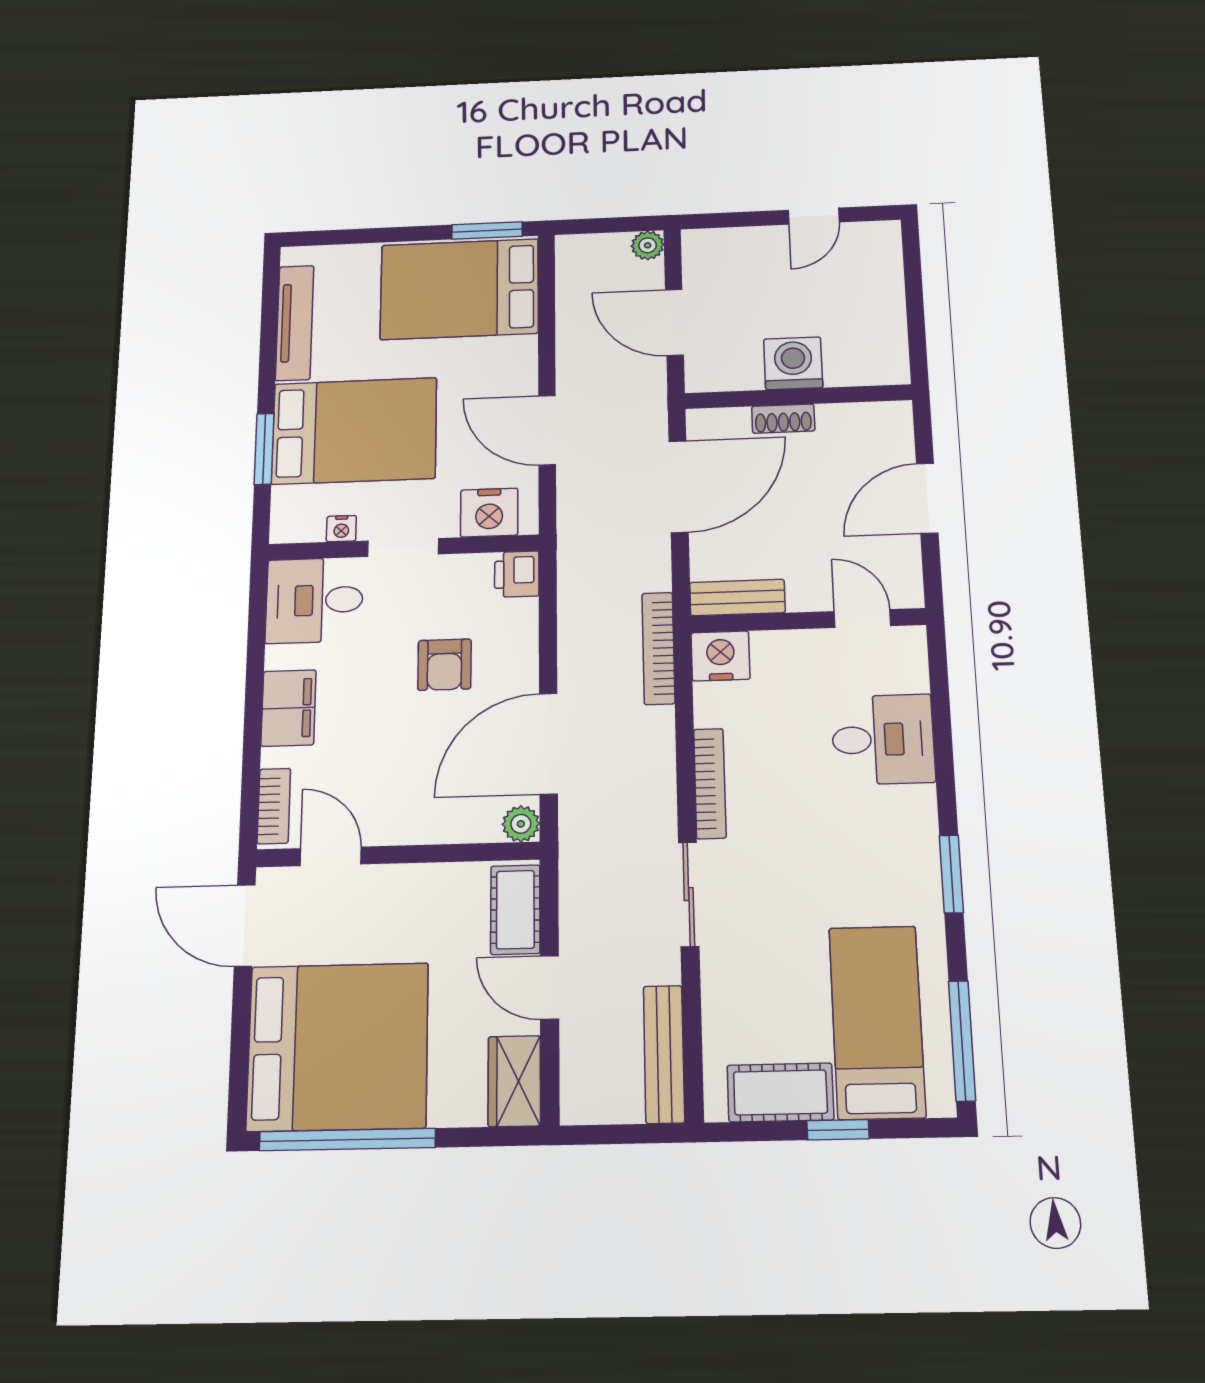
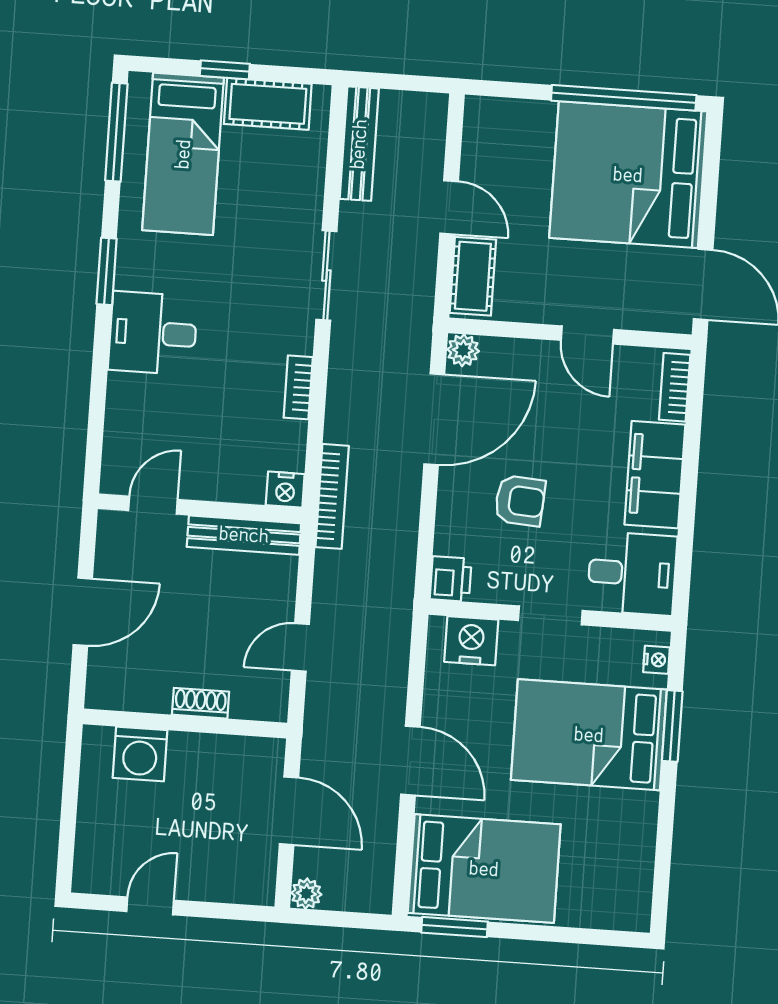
tv unit: (295, 323) -> (640, 851), removed
washing machine: (793, 363) -> (140, 754), moved
door: (547, 430) -> (410, 761), moved
door: (679, 486) -> (300, 647), width x0.53
nightstand: (341, 529) -> (656, 660), moved, turned 90
bench: (737, 598) -> (244, 535), width x1.36
door: (862, 619) -> (153, 505), swing flipped
nightstand: (720, 656) -> (285, 490), width x0.74, depth x0.75
armchair: (444, 665) -> (520, 501), turned 94
filing cabinet: (288, 708) -> (655, 475), width x1.50, depth x1.17
desk: (883, 739) -> (153, 333), moved
bookcase: (710, 783) -> (298, 387), width x0.64
door: (331, 856) -> (587, 335), moved
wardrobe: (514, 1081) -> (484, 133), removed

